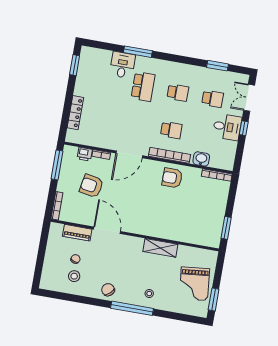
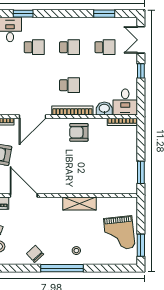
window: (138, 52) -> (23, 14), width x0.69
school desk: (143, 87) -> (34, 47), width x0.54
desk: (227, 127) -> (125, 102), moved, turned 90

